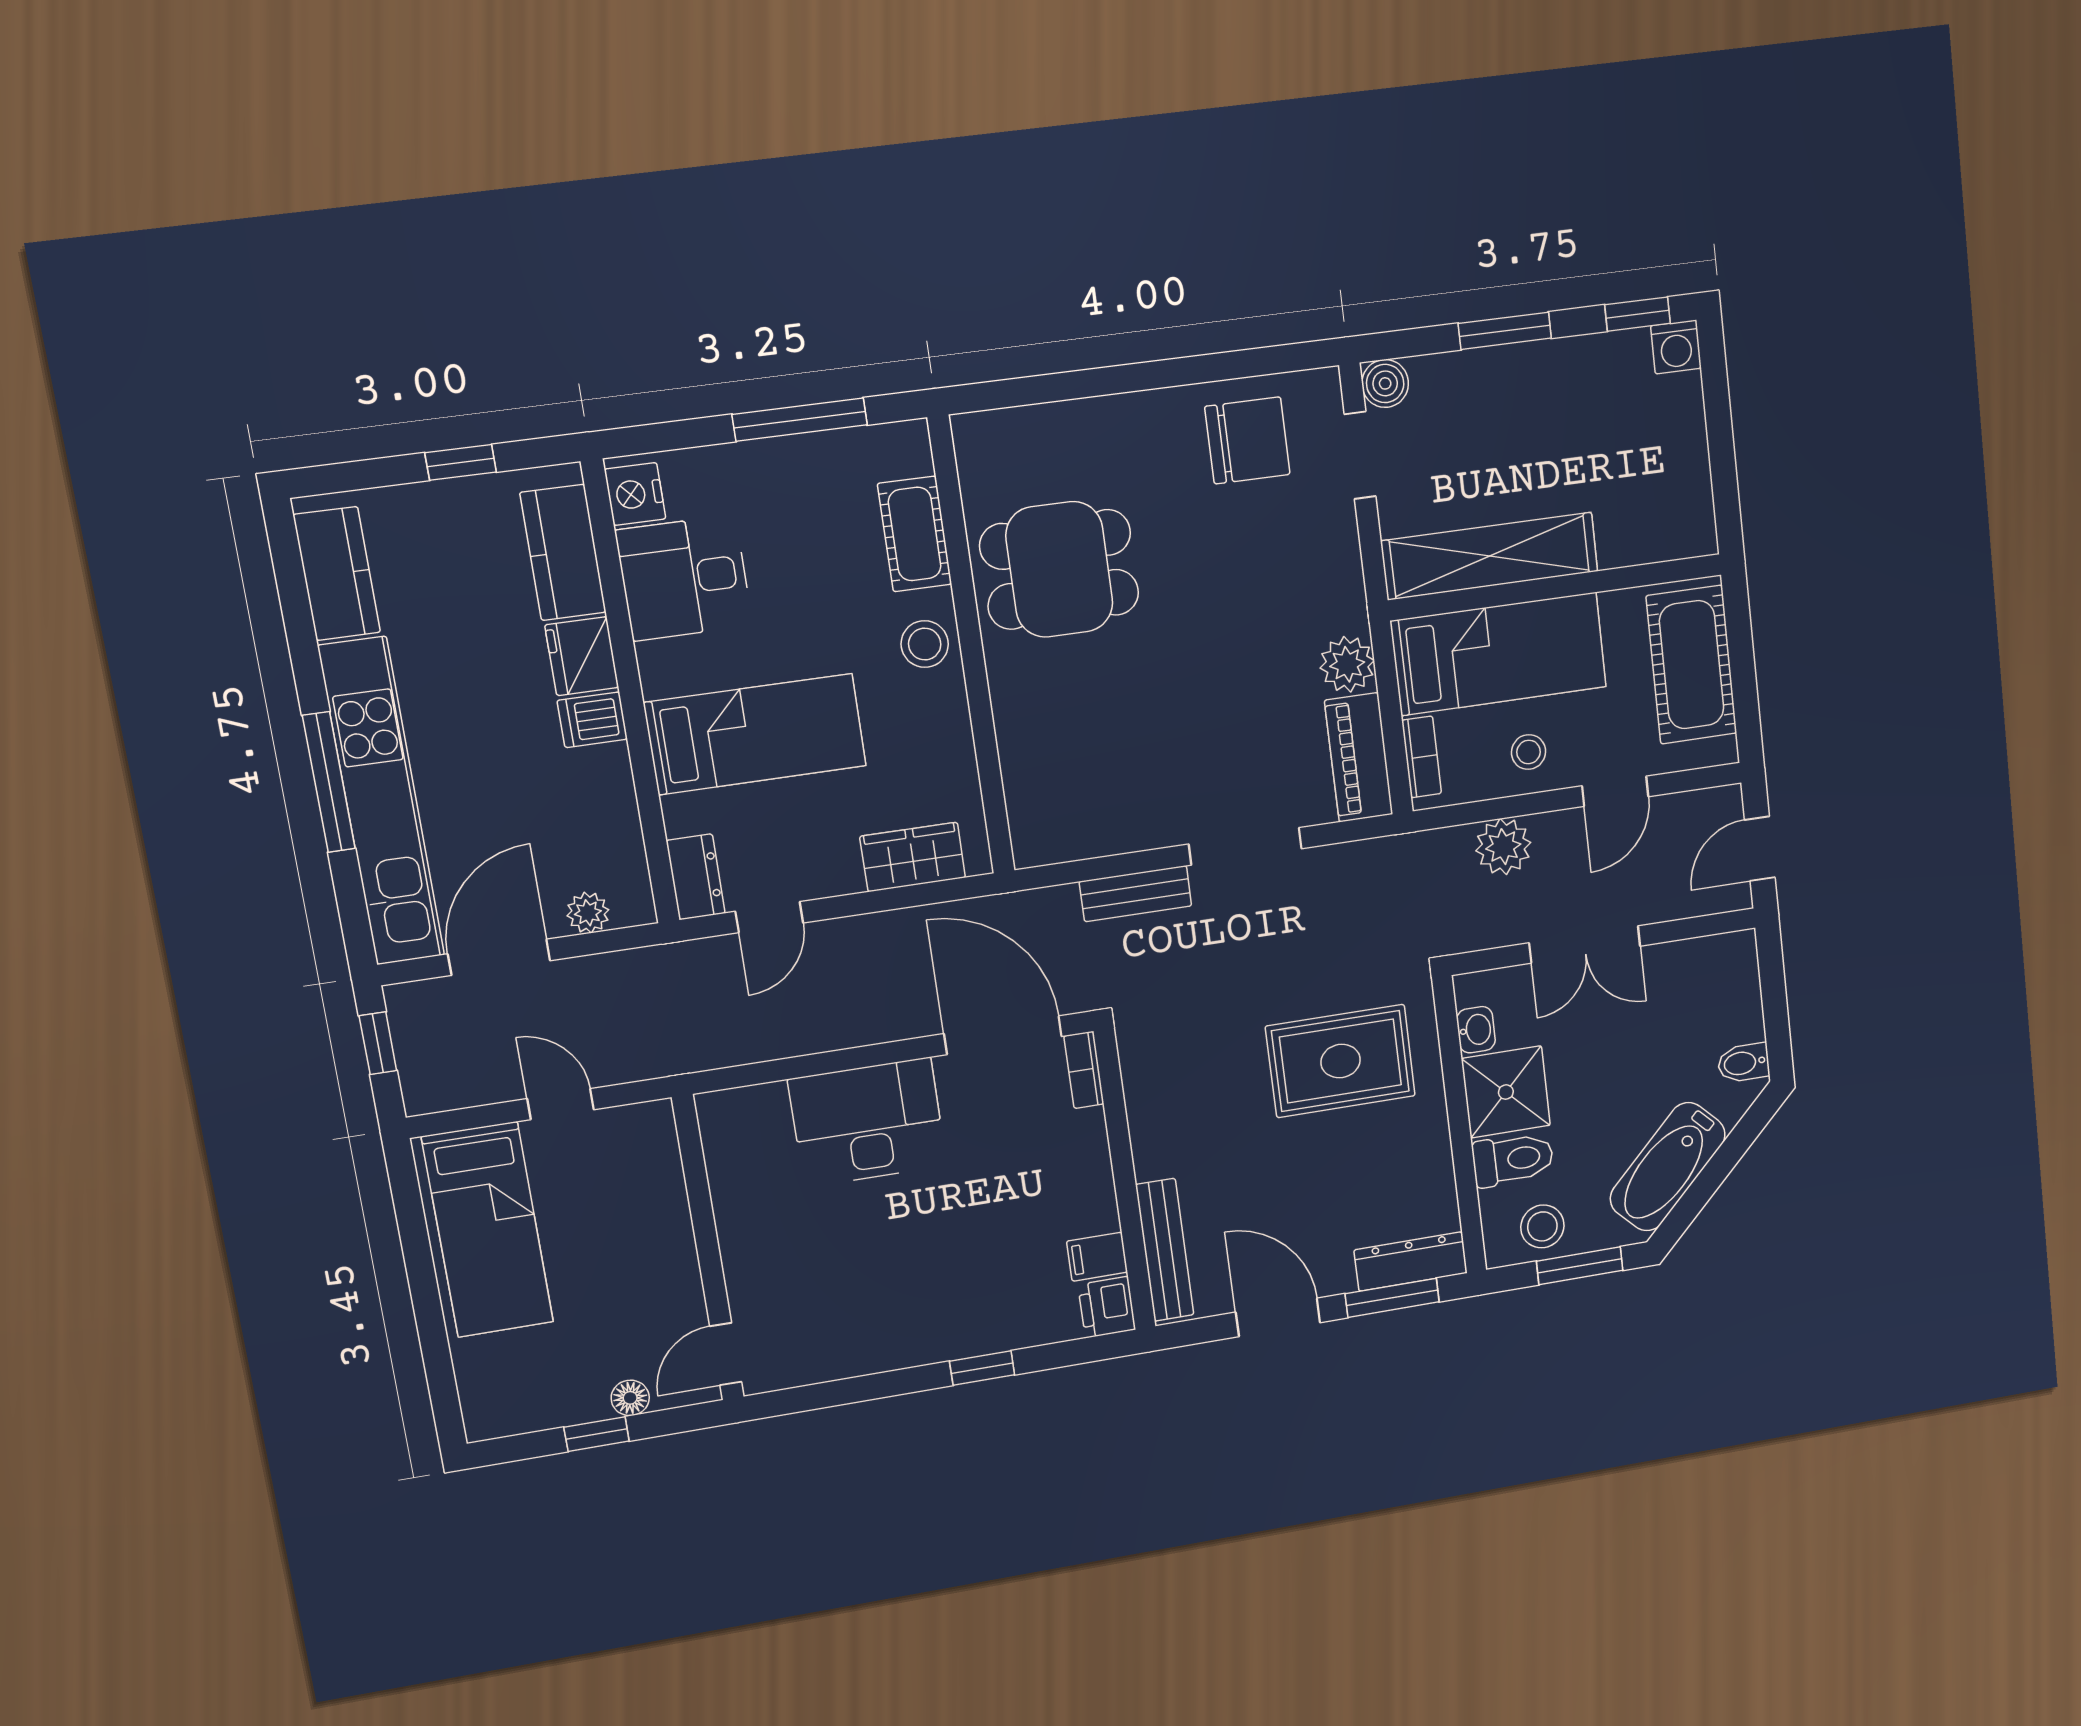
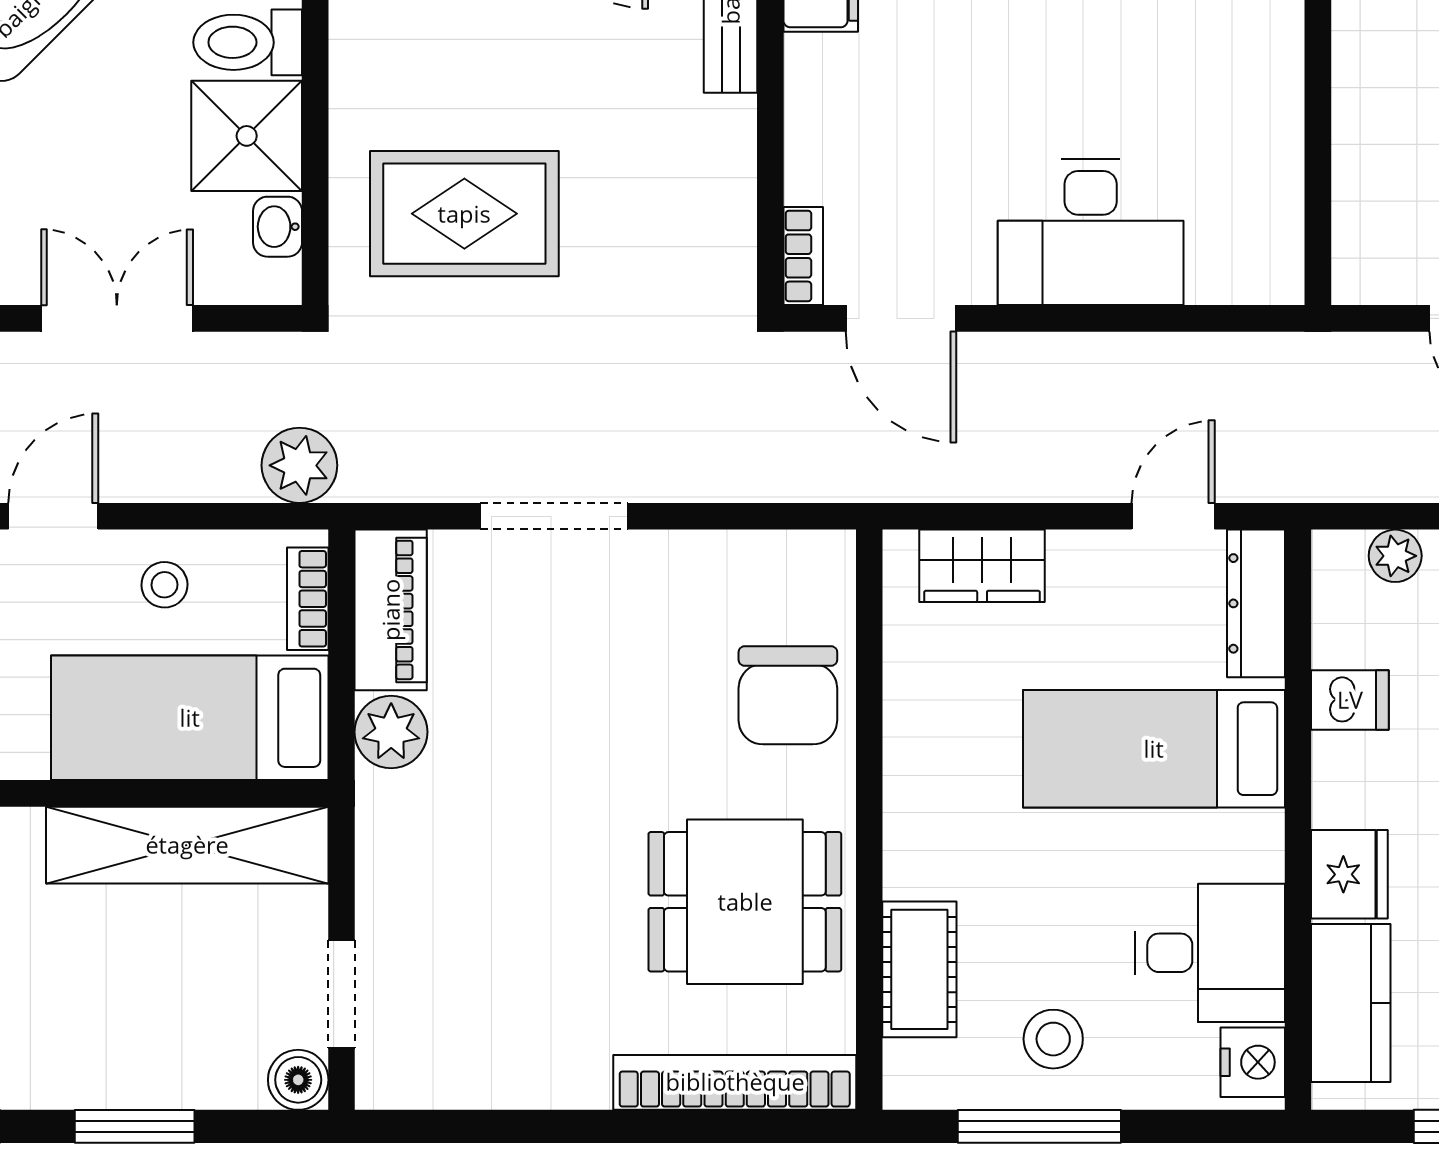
bookcase: (1047, 425) -> (735, 1082), added
chair: (1247, 440) -> (788, 695), moved, turned -90
stool: (925, 644) -> (1053, 1039), moved
dishwasher: (592, 720) -> (1350, 700), moved
plant: (1503, 847) -> (299, 465), moved
dresser: (696, 877) -> (1256, 603), width x1.44
bench: (1135, 894) -> (705, 476), removed
door: (1003, 1035) -> (901, 318), width x0.73

